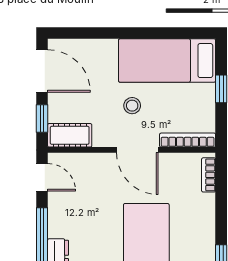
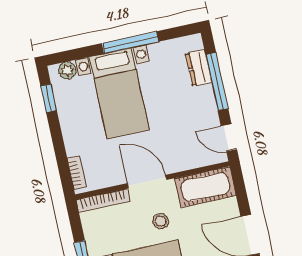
window: (42, 119) -> (241, 191), removed
cot: (70, 135) -> (205, 187), width x1.37, depth x1.34

